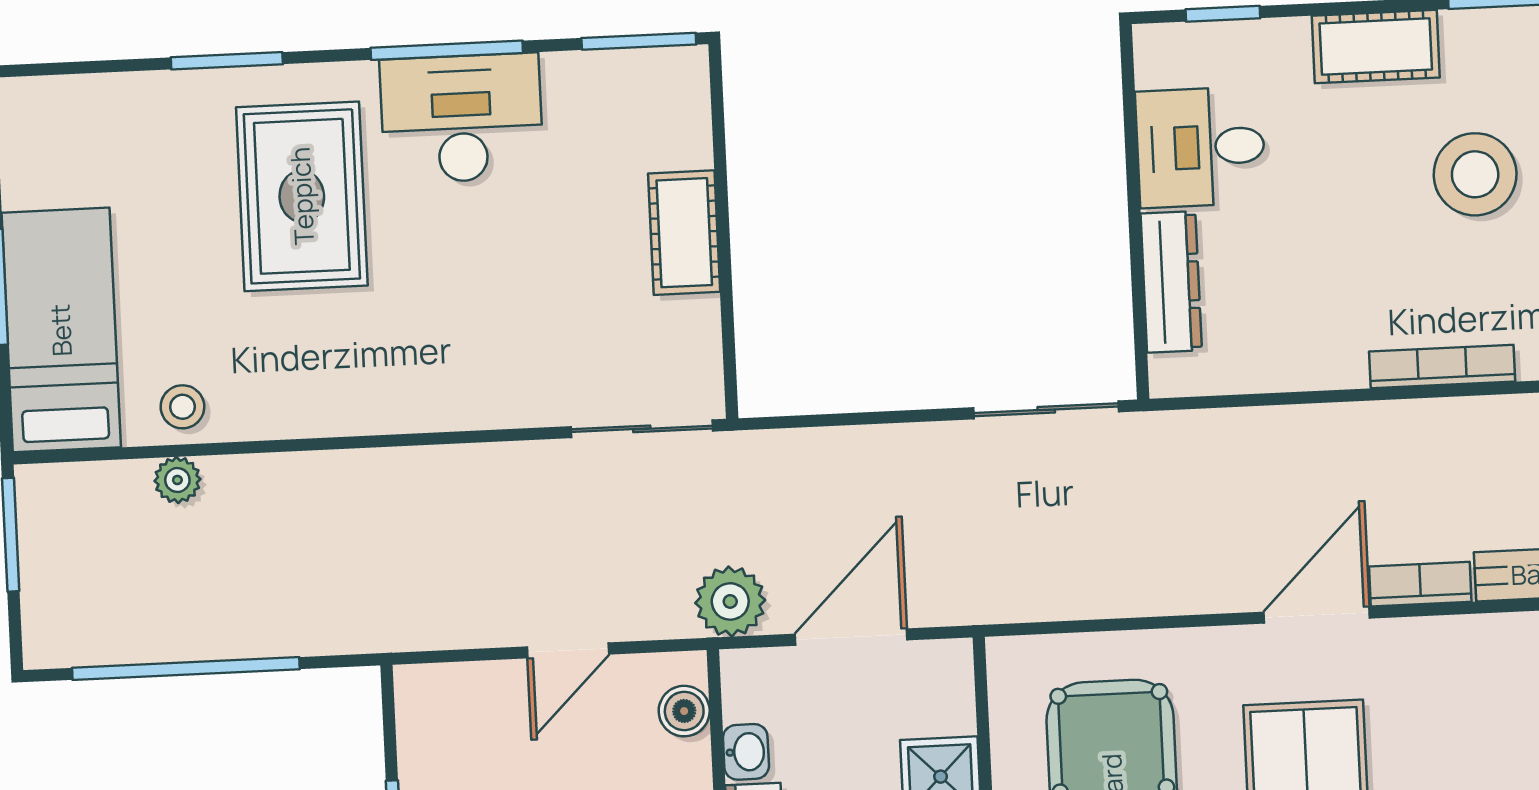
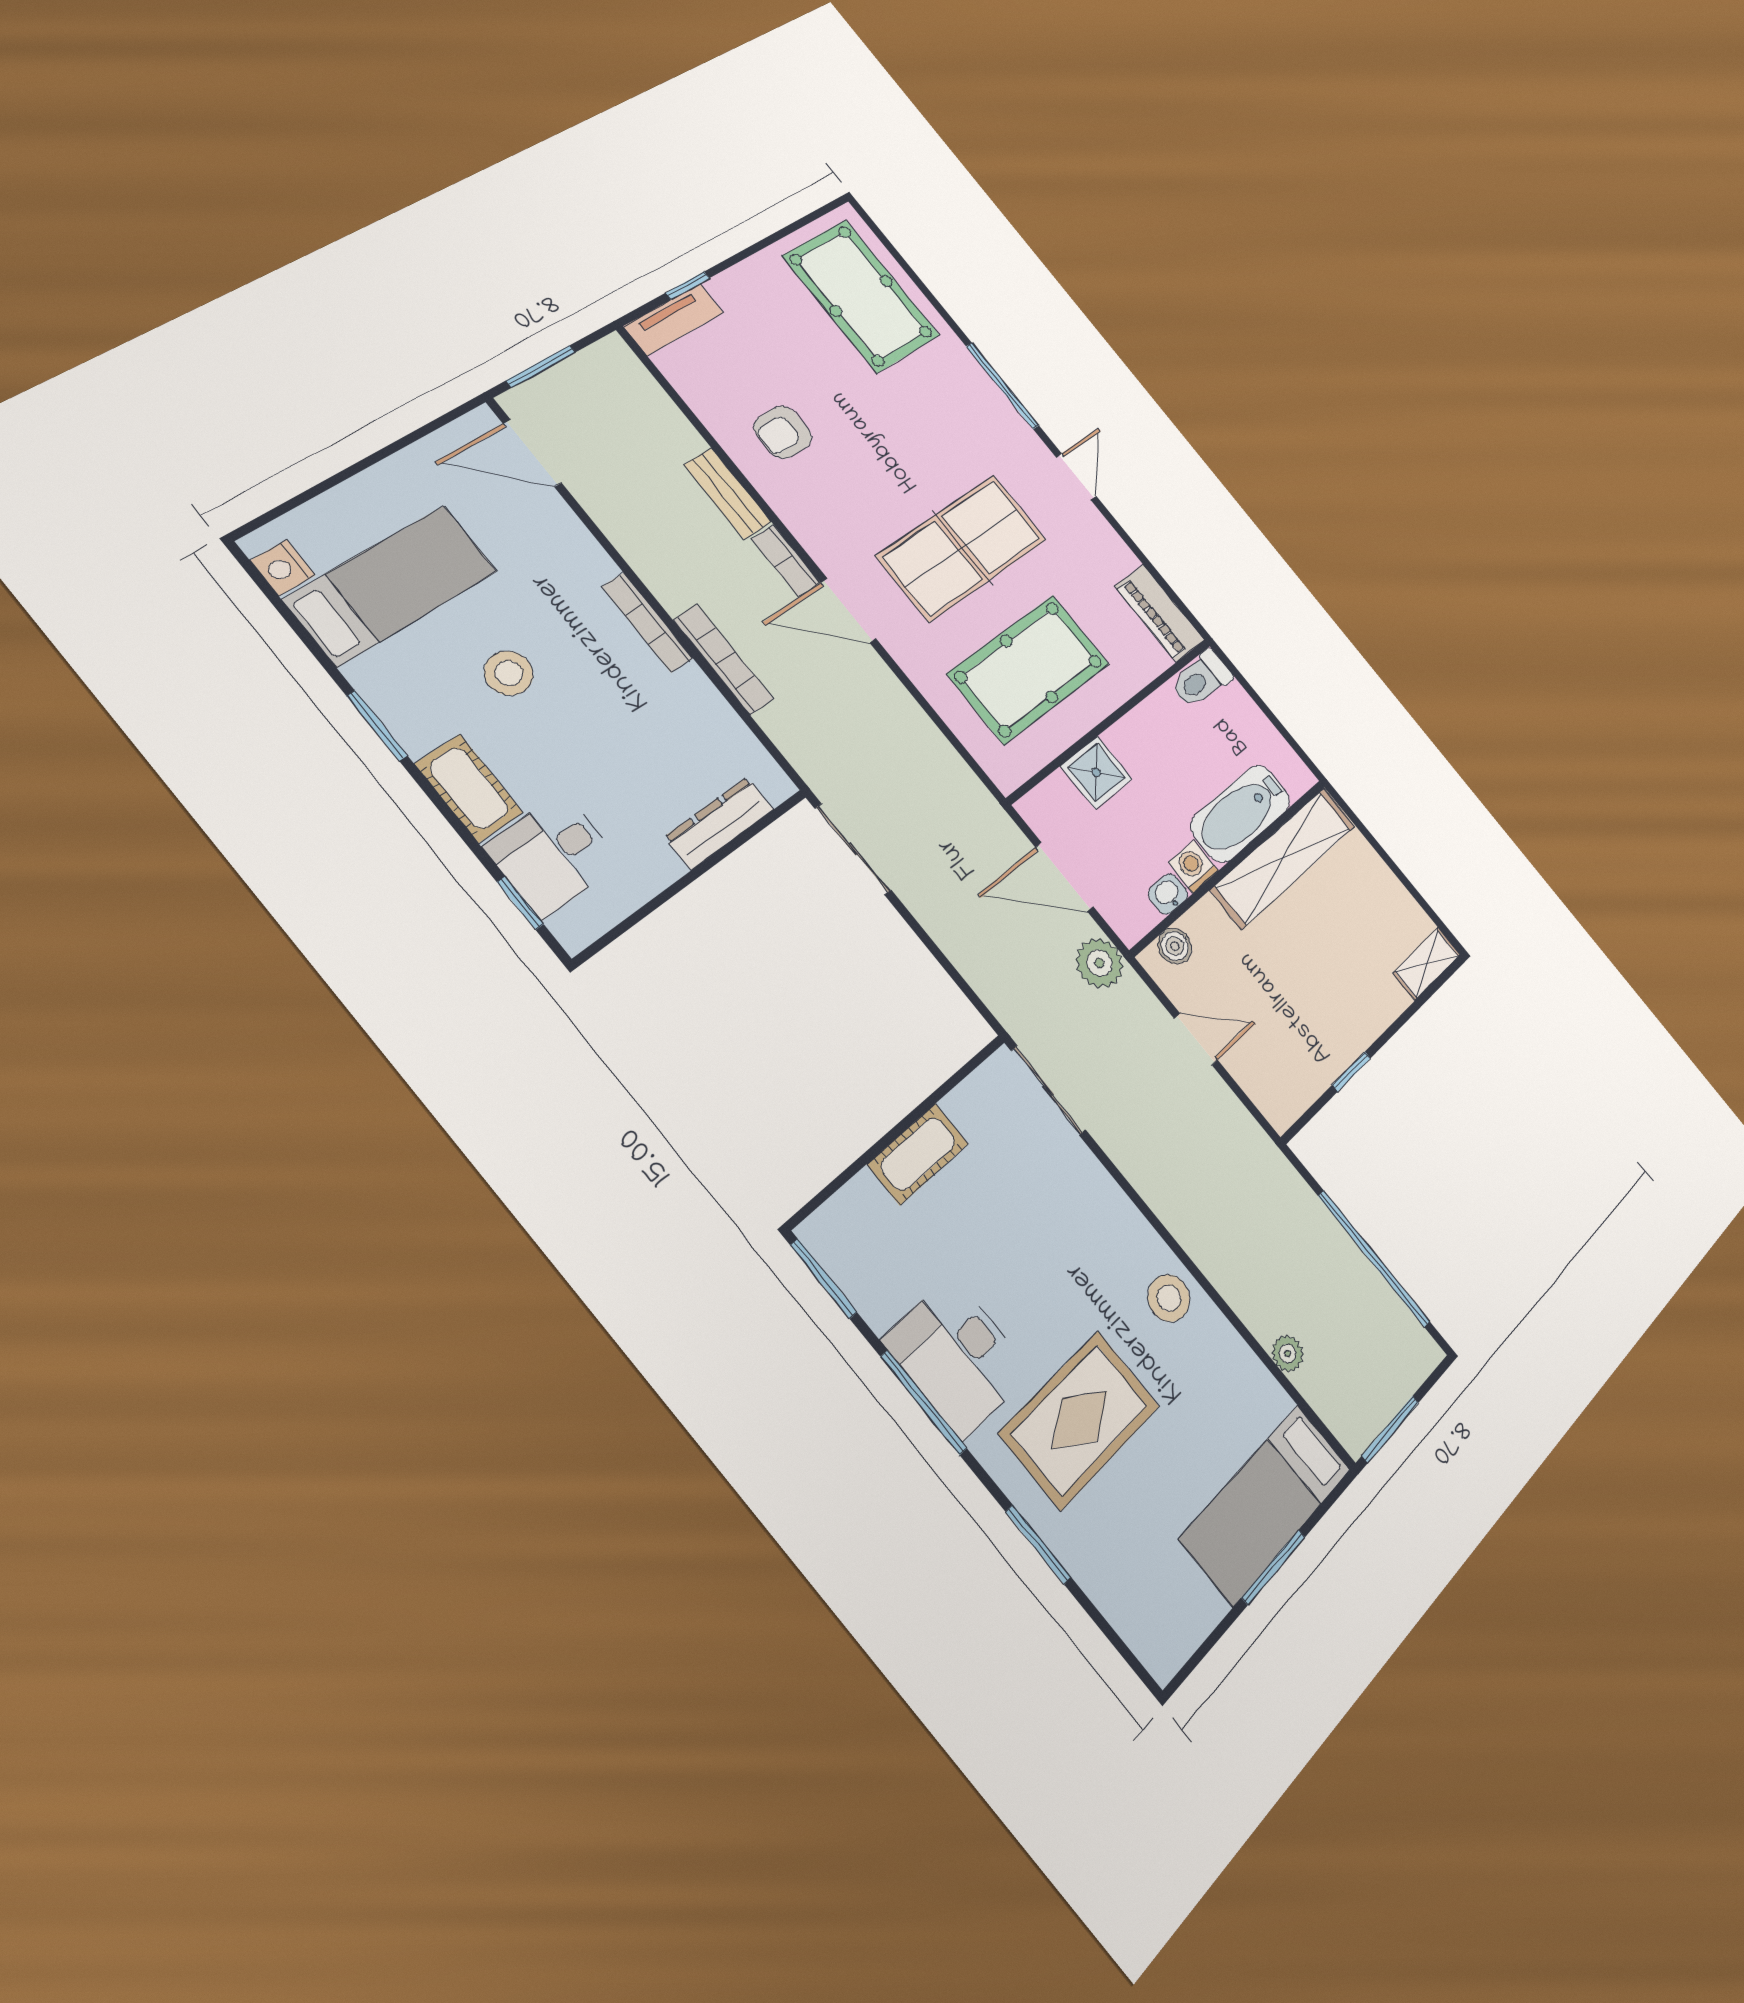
desk: (1201, 147) -> (553, 855), moved, turned 90
stool: (1475, 174) -> (509, 673), width x0.73, depth x0.73
stool: (182, 407) -> (1169, 1298), moved, width x1.37, depth x1.37
bookcase: (1349, 422) -> (723, 659), added

